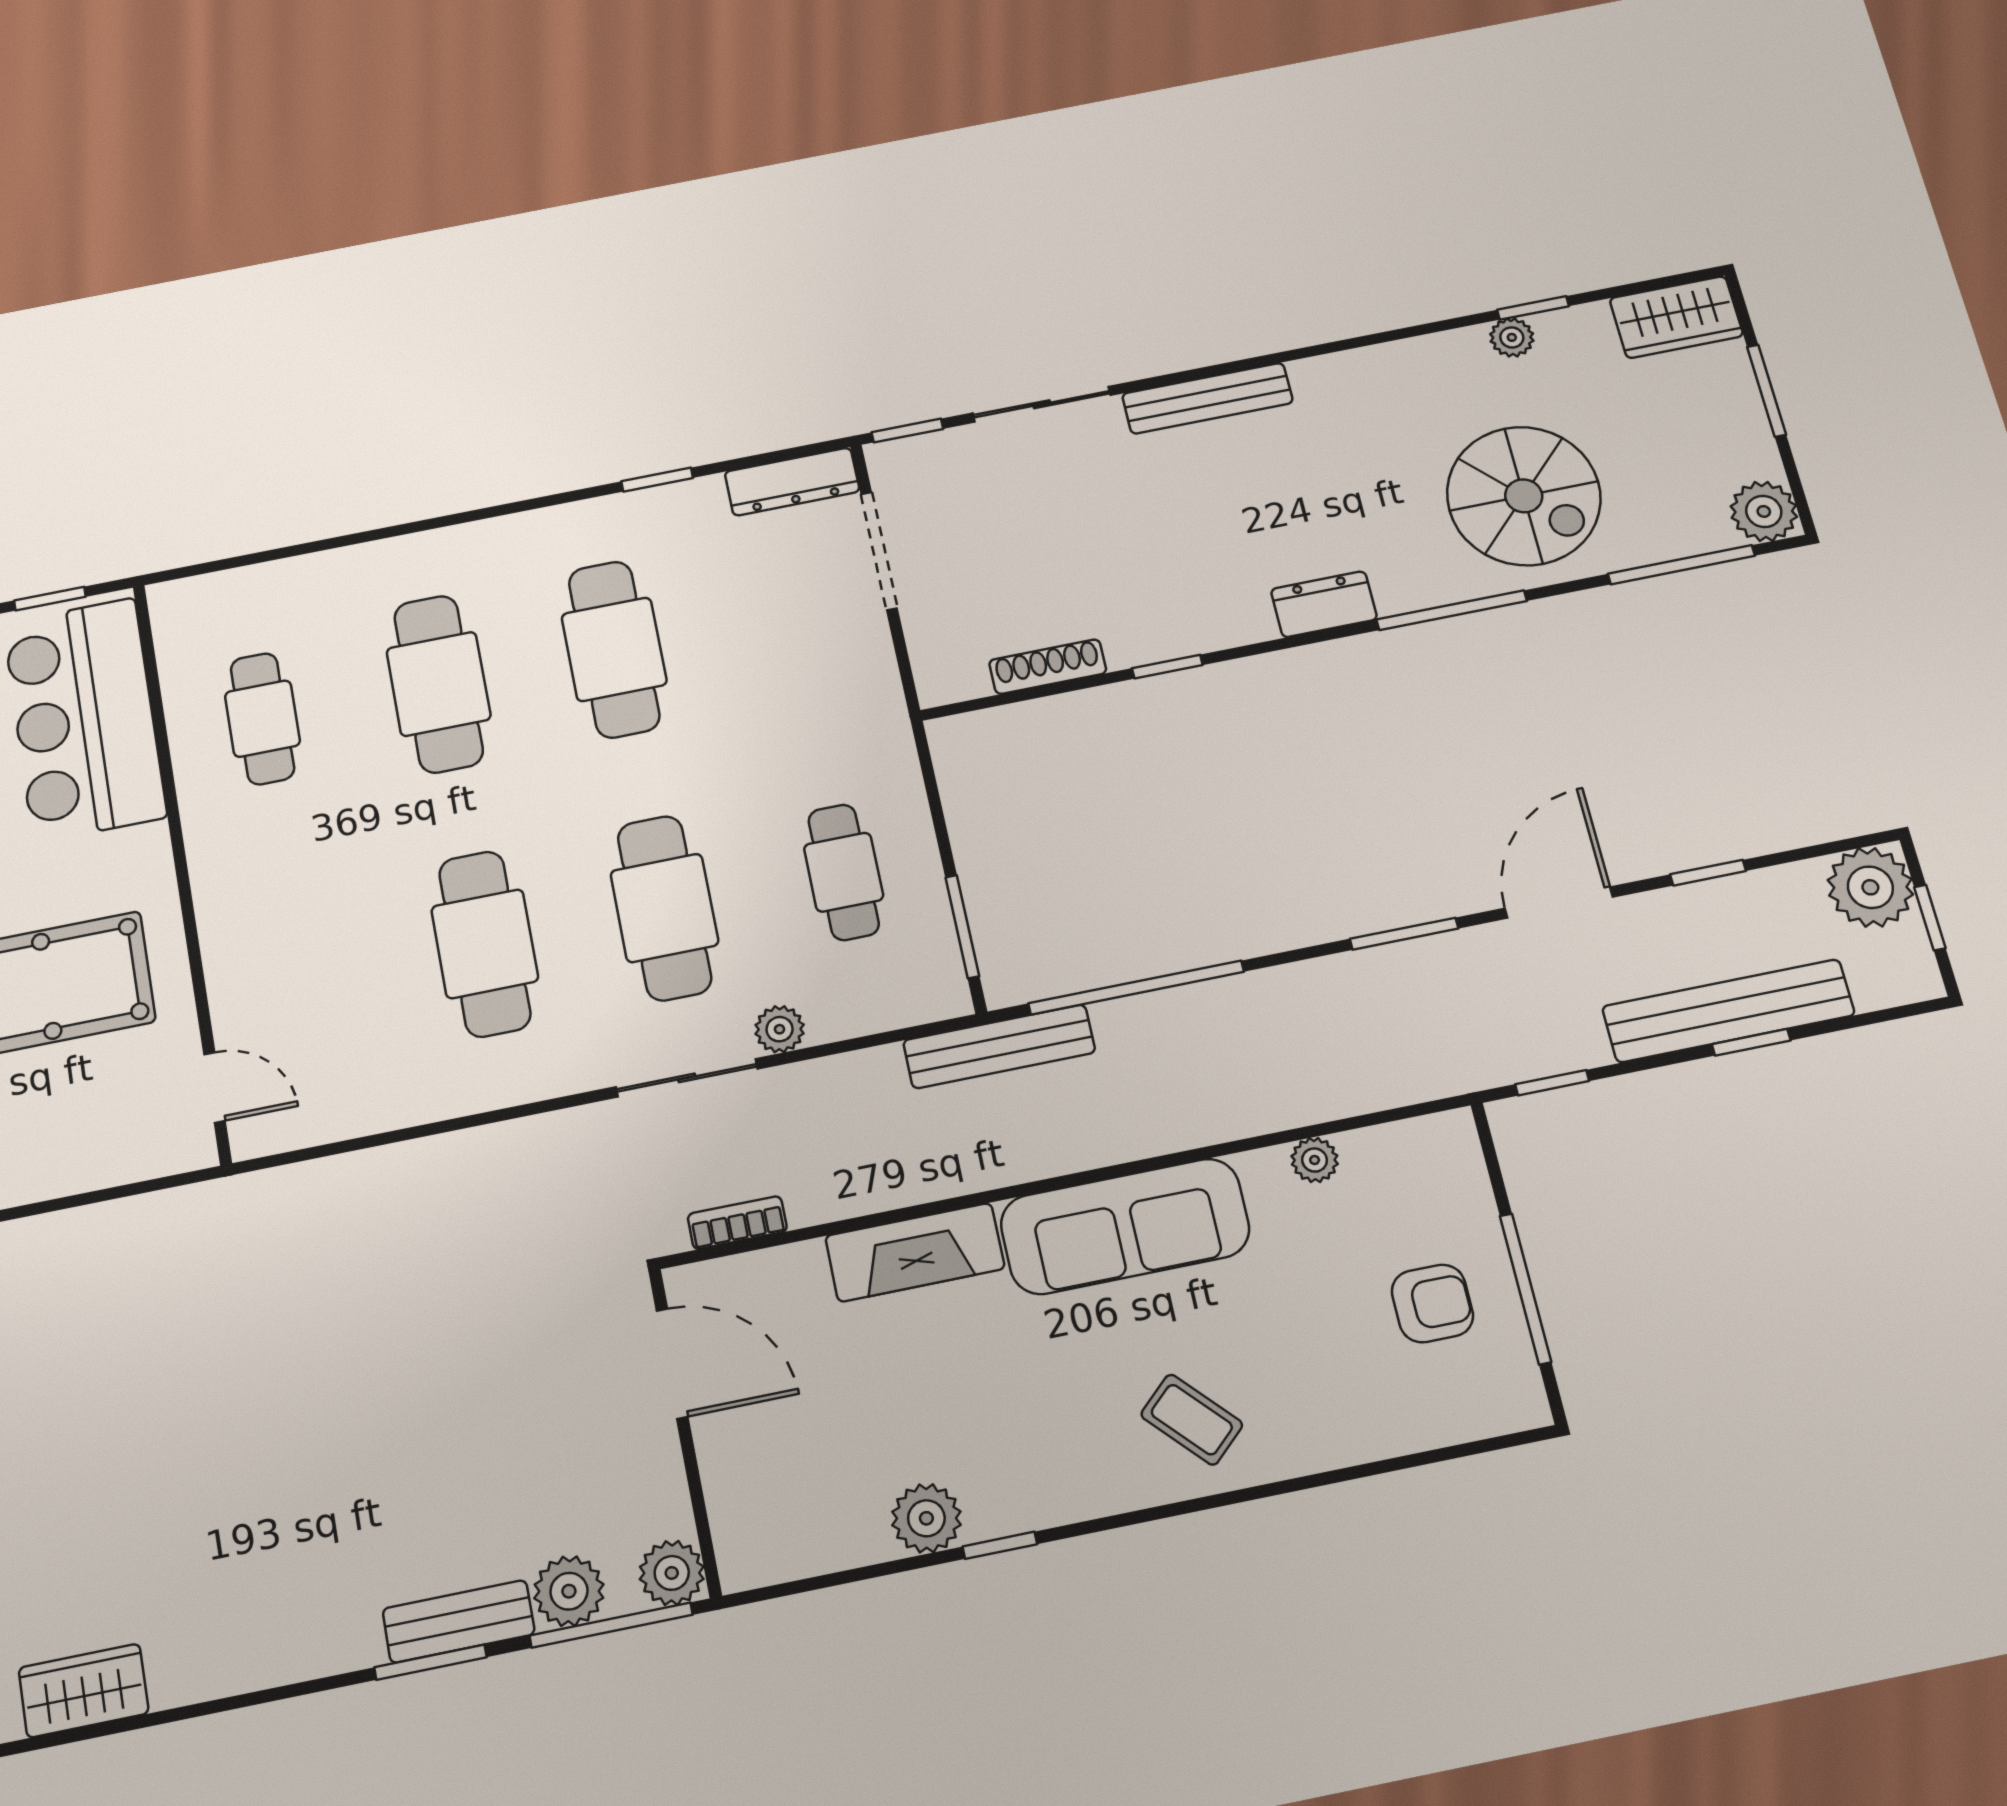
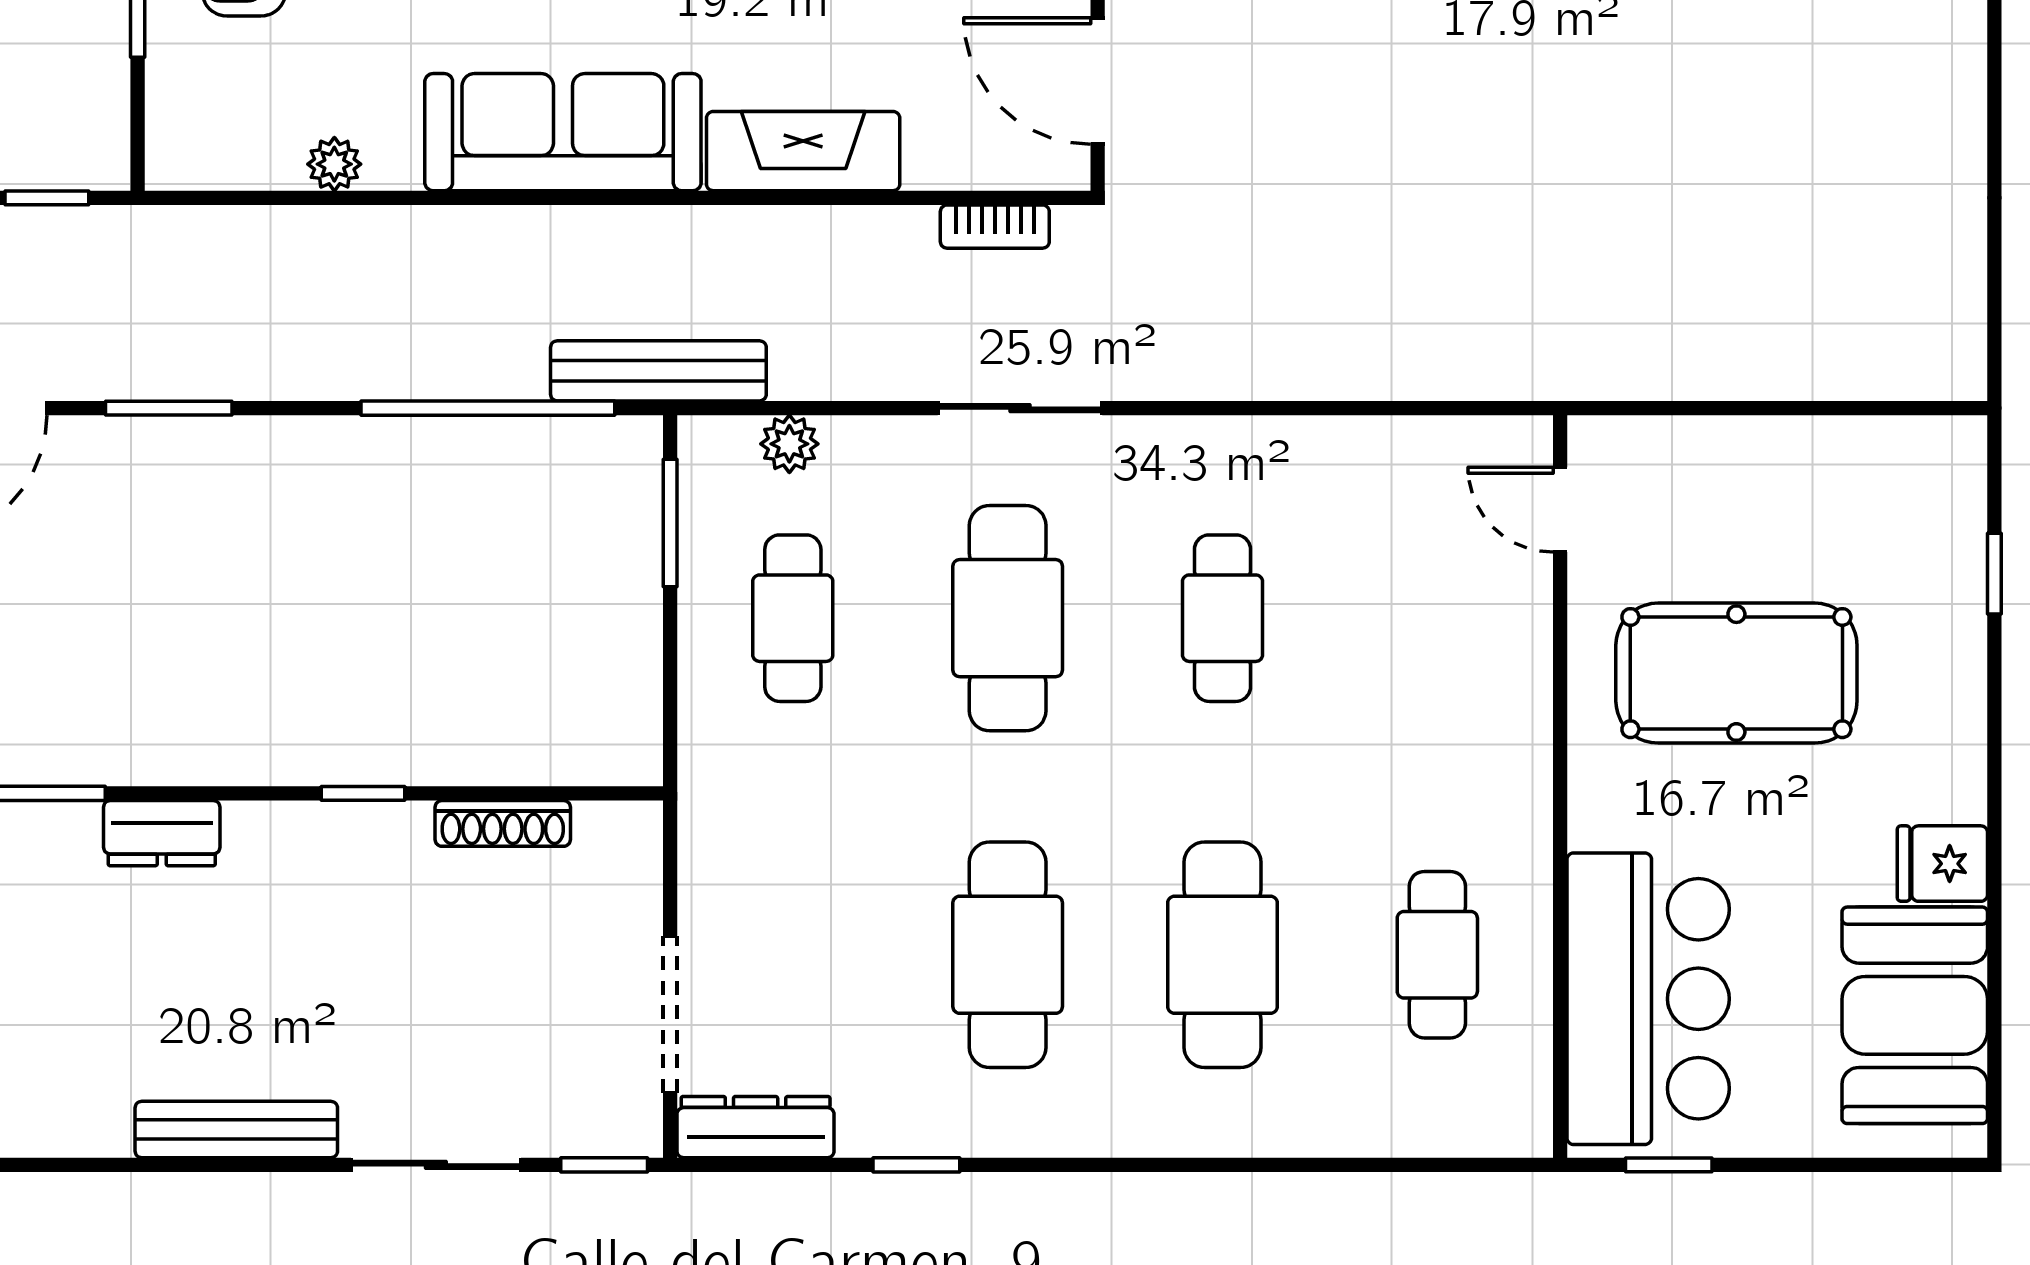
cafe table: (485, 944) -> (1223, 618), width x0.73, depth x0.74
plant: (780, 1029) -> (789, 444), moved

